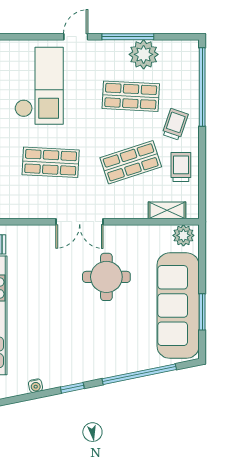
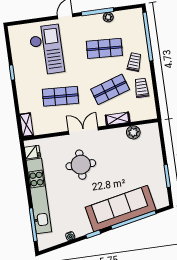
plant: (144, 54) -> (108, 17), width x0.53, depth x0.53
shelving: (167, 210) -> (118, 119), moved
double door: (80, 222) -> (83, 131), swing flipped
plant: (183, 235) -> (133, 132), moved
round table: (106, 277) -> (81, 165), moved
sofa: (178, 306) -> (121, 209), moved, turned 78

